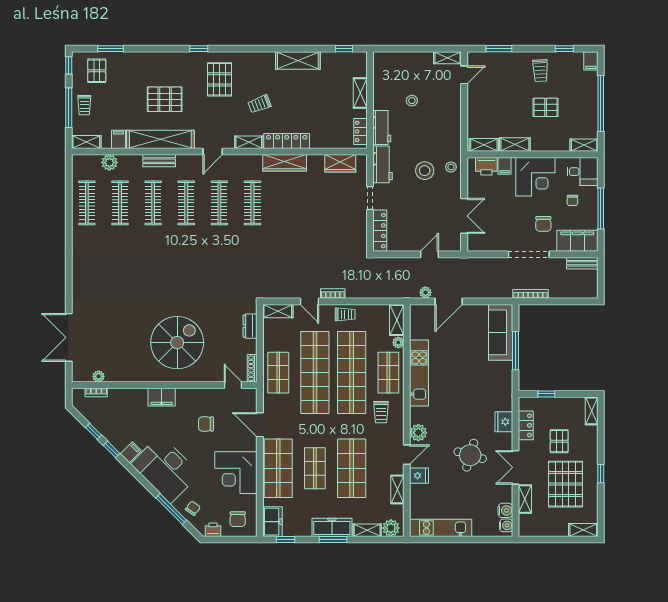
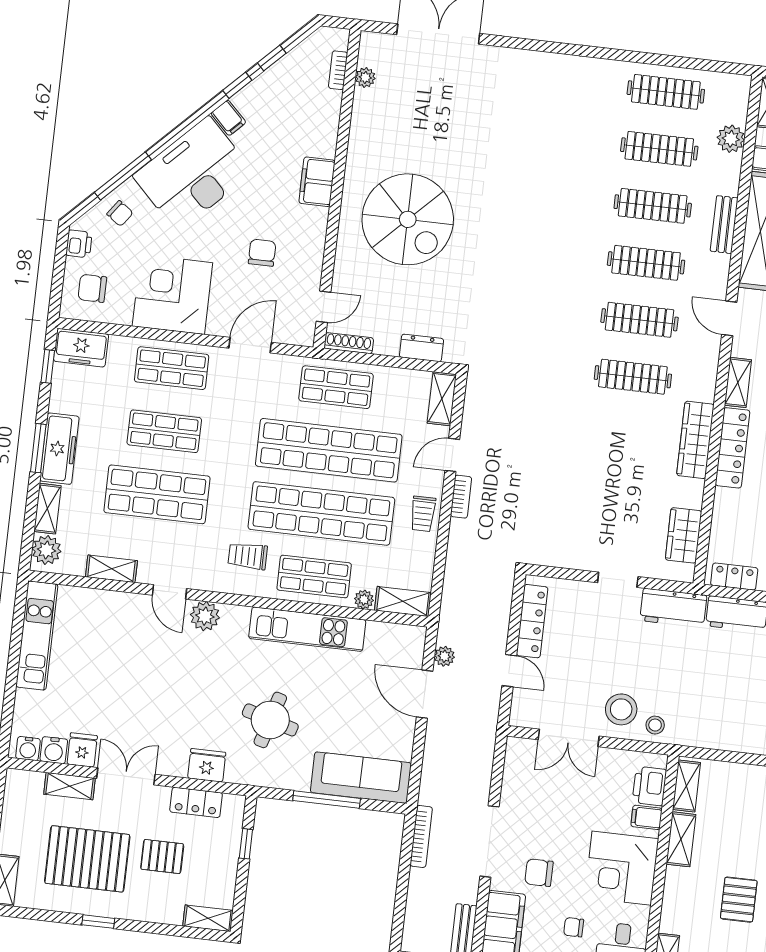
stool: (425, 171) -> (621, 709), moved
locker: (380, 231) -> (532, 621), moved, turned -90
round table: (470, 455) -> (270, 720), moved
shop shelf: (278, 468) -> (172, 368), width x0.70, depth x0.74
fridge: (419, 476) -> (82, 750), moved, turned 180

